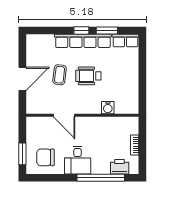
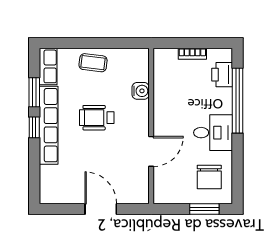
coffee table: (60, 75) -> (93, 63), moved
wheelchair: (88, 76) -> (97, 118), turned 90

